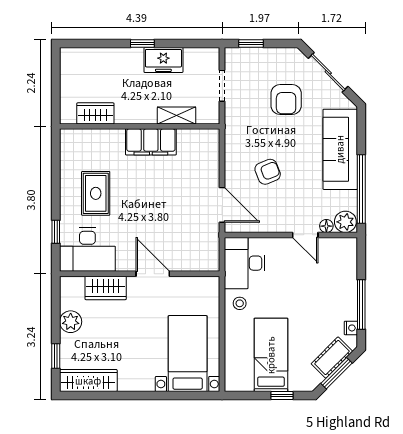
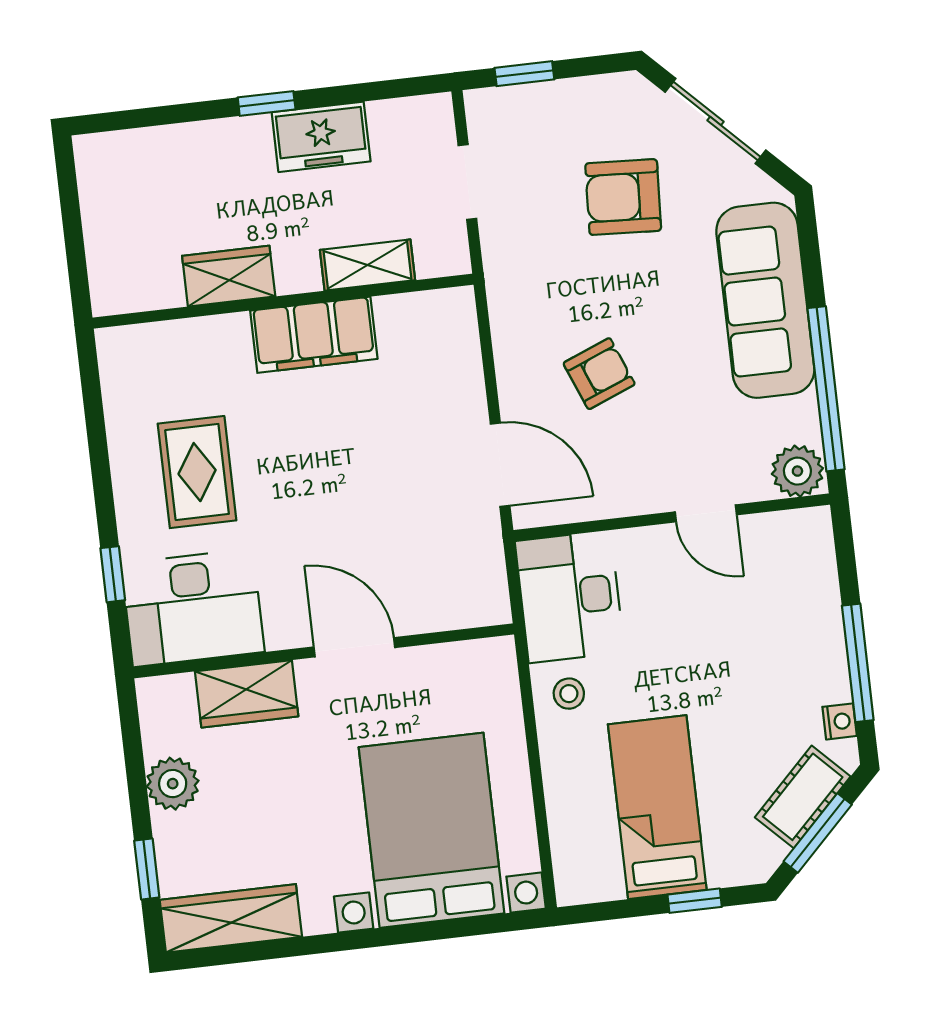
armchair: (286, 100) -> (623, 197), turned 93
wardrobe: (95, 113) -> (229, 276), moved
floor lamp: (326, 226) -> (753, 486), removed
bed with nightstands: (188, 354) -> (432, 830), width x1.36

